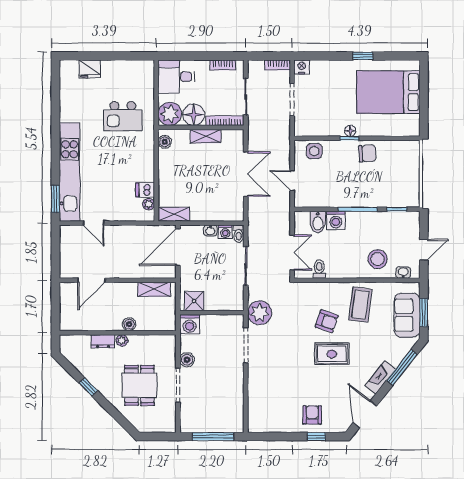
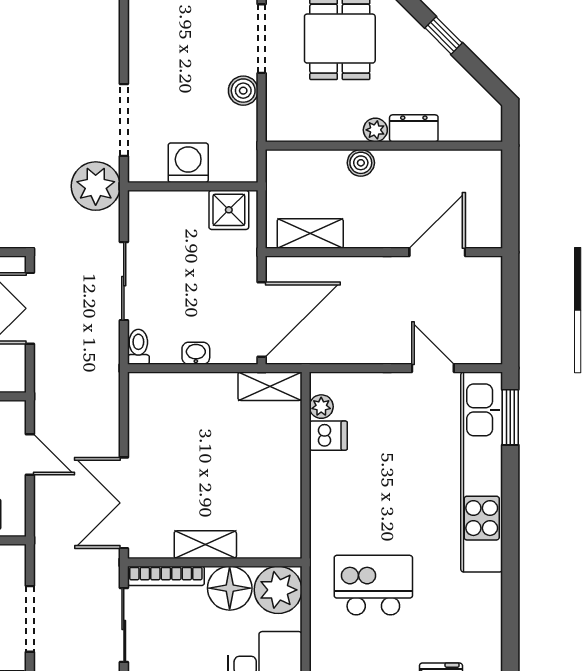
boiler: (165, 142) -> (289, 533), removed
double door: (246, 174) -> (124, 503), moved
washing machine: (225, 232) -> (166, 350), removed
washing machine: (190, 324) -> (188, 163), moved

